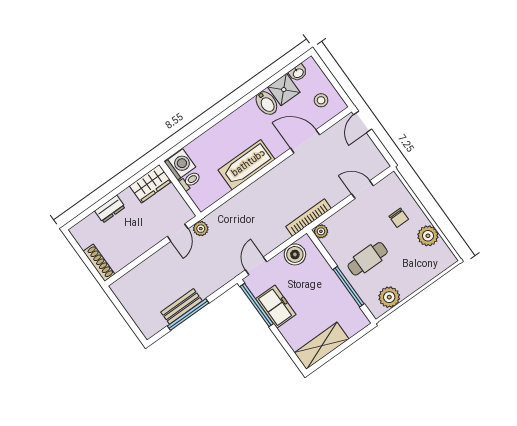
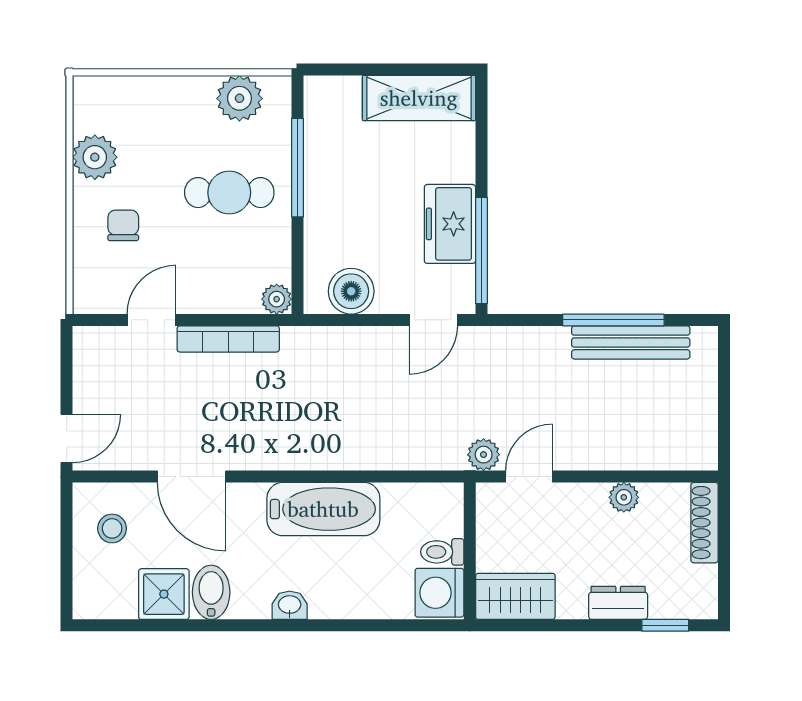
washbasin: (298, 73) -> (290, 605), moved
door: (363, 190) -> (151, 320), swing flipped
window: (86, 213) -> (665, 625), added
bookcase: (309, 217) -> (228, 339), moved
plant: (136, 250) -> (624, 497), added
bench: (181, 306) -> (631, 342), width x1.36

